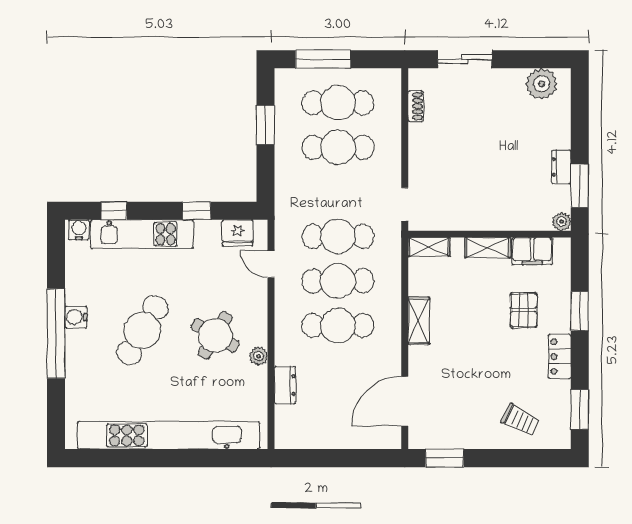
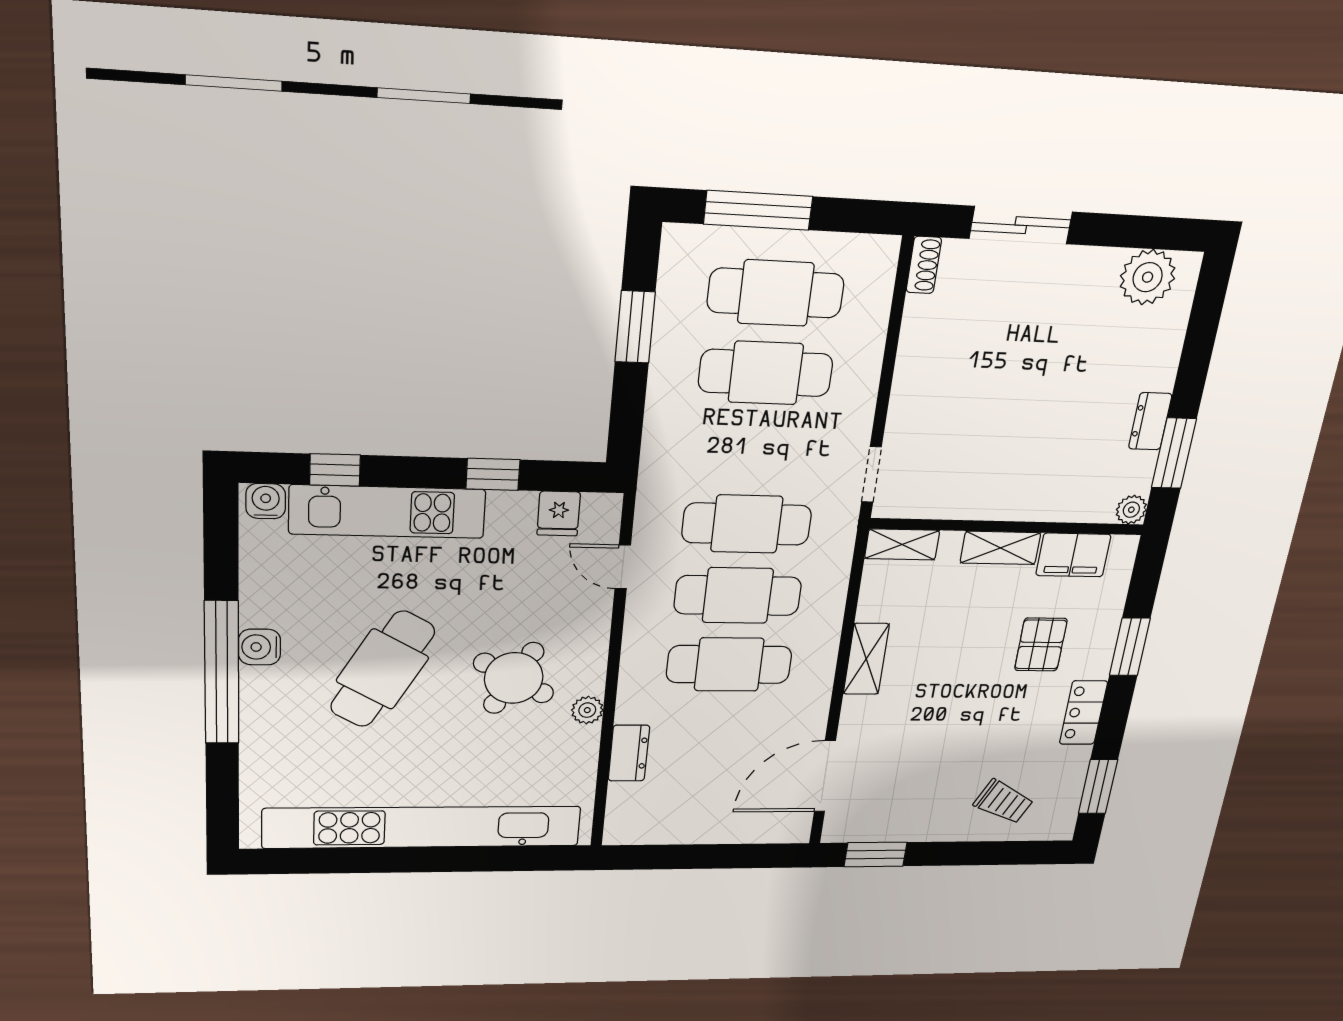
shoe rack: (416, 106) -> (924, 265), moved
fridge: (238, 233) -> (559, 514), width x0.72

